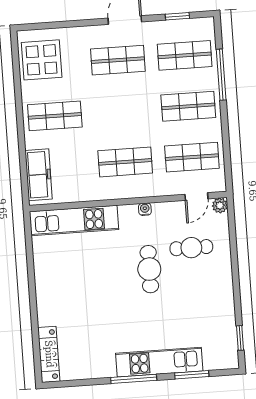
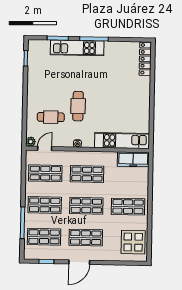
shop shelf: (122, 111) -> (86, 206), added
freezer: (39, 175) -> (133, 159), moved, turned -90

